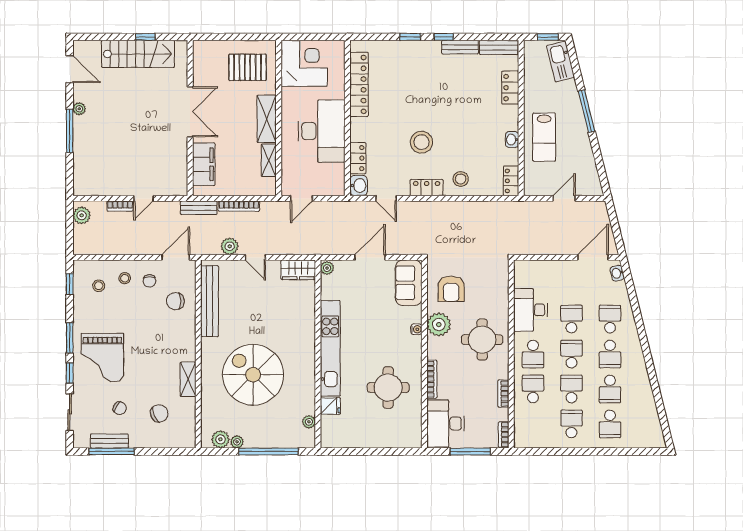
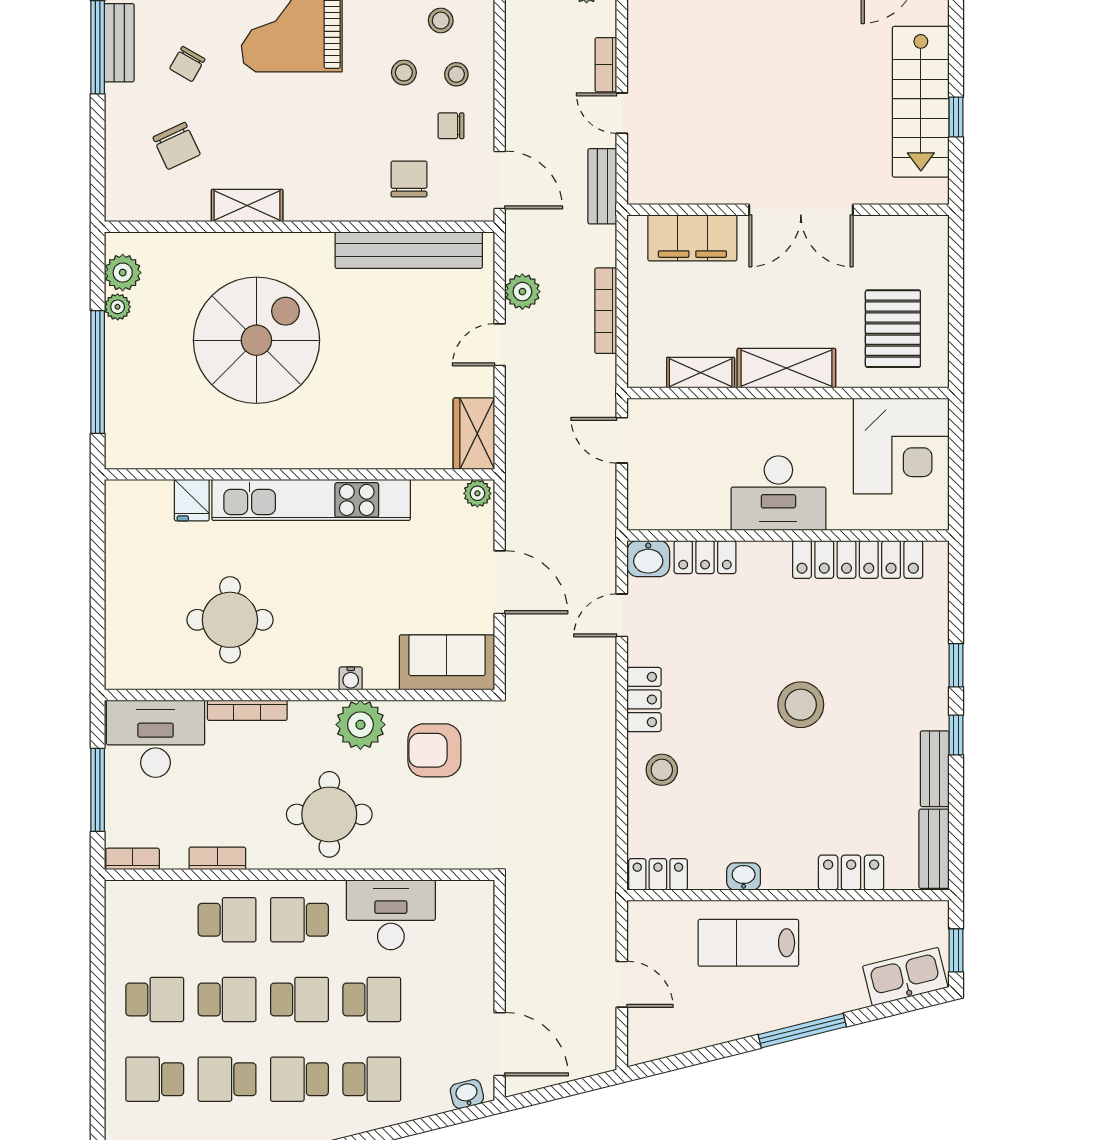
desk: (322, 131) -> (778, 493), width x0.73, depth x0.77
stool: (421, 142) -> (801, 705), moved
bench: (199, 208) -> (602, 186), moved
stool: (124, 304) -> (404, 73), added
plant: (309, 422) -> (159, 456), removed

